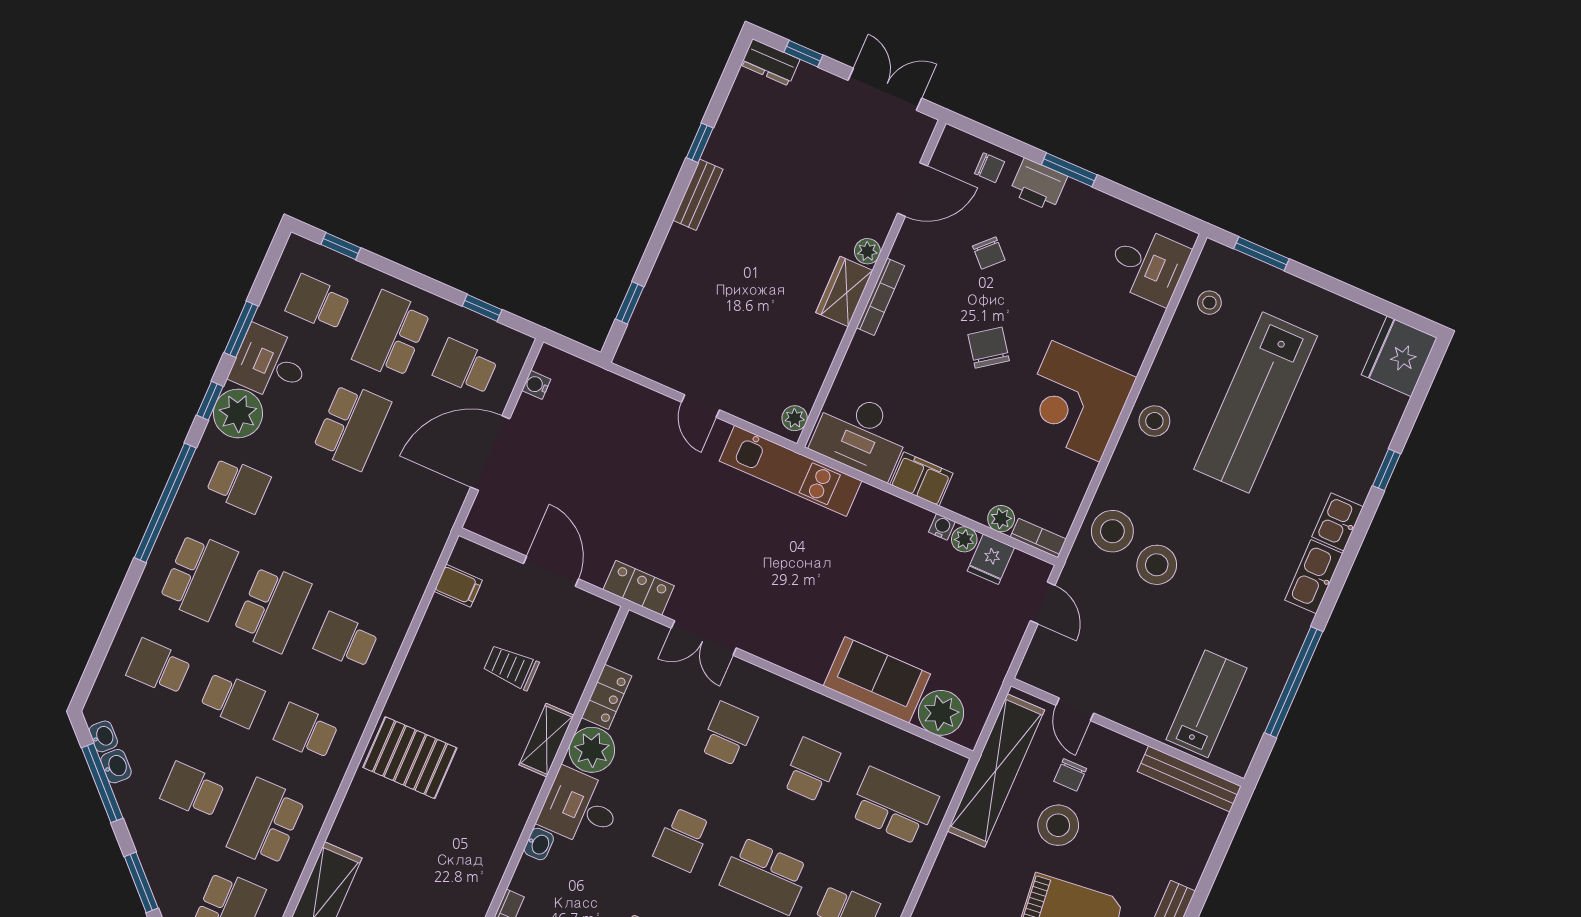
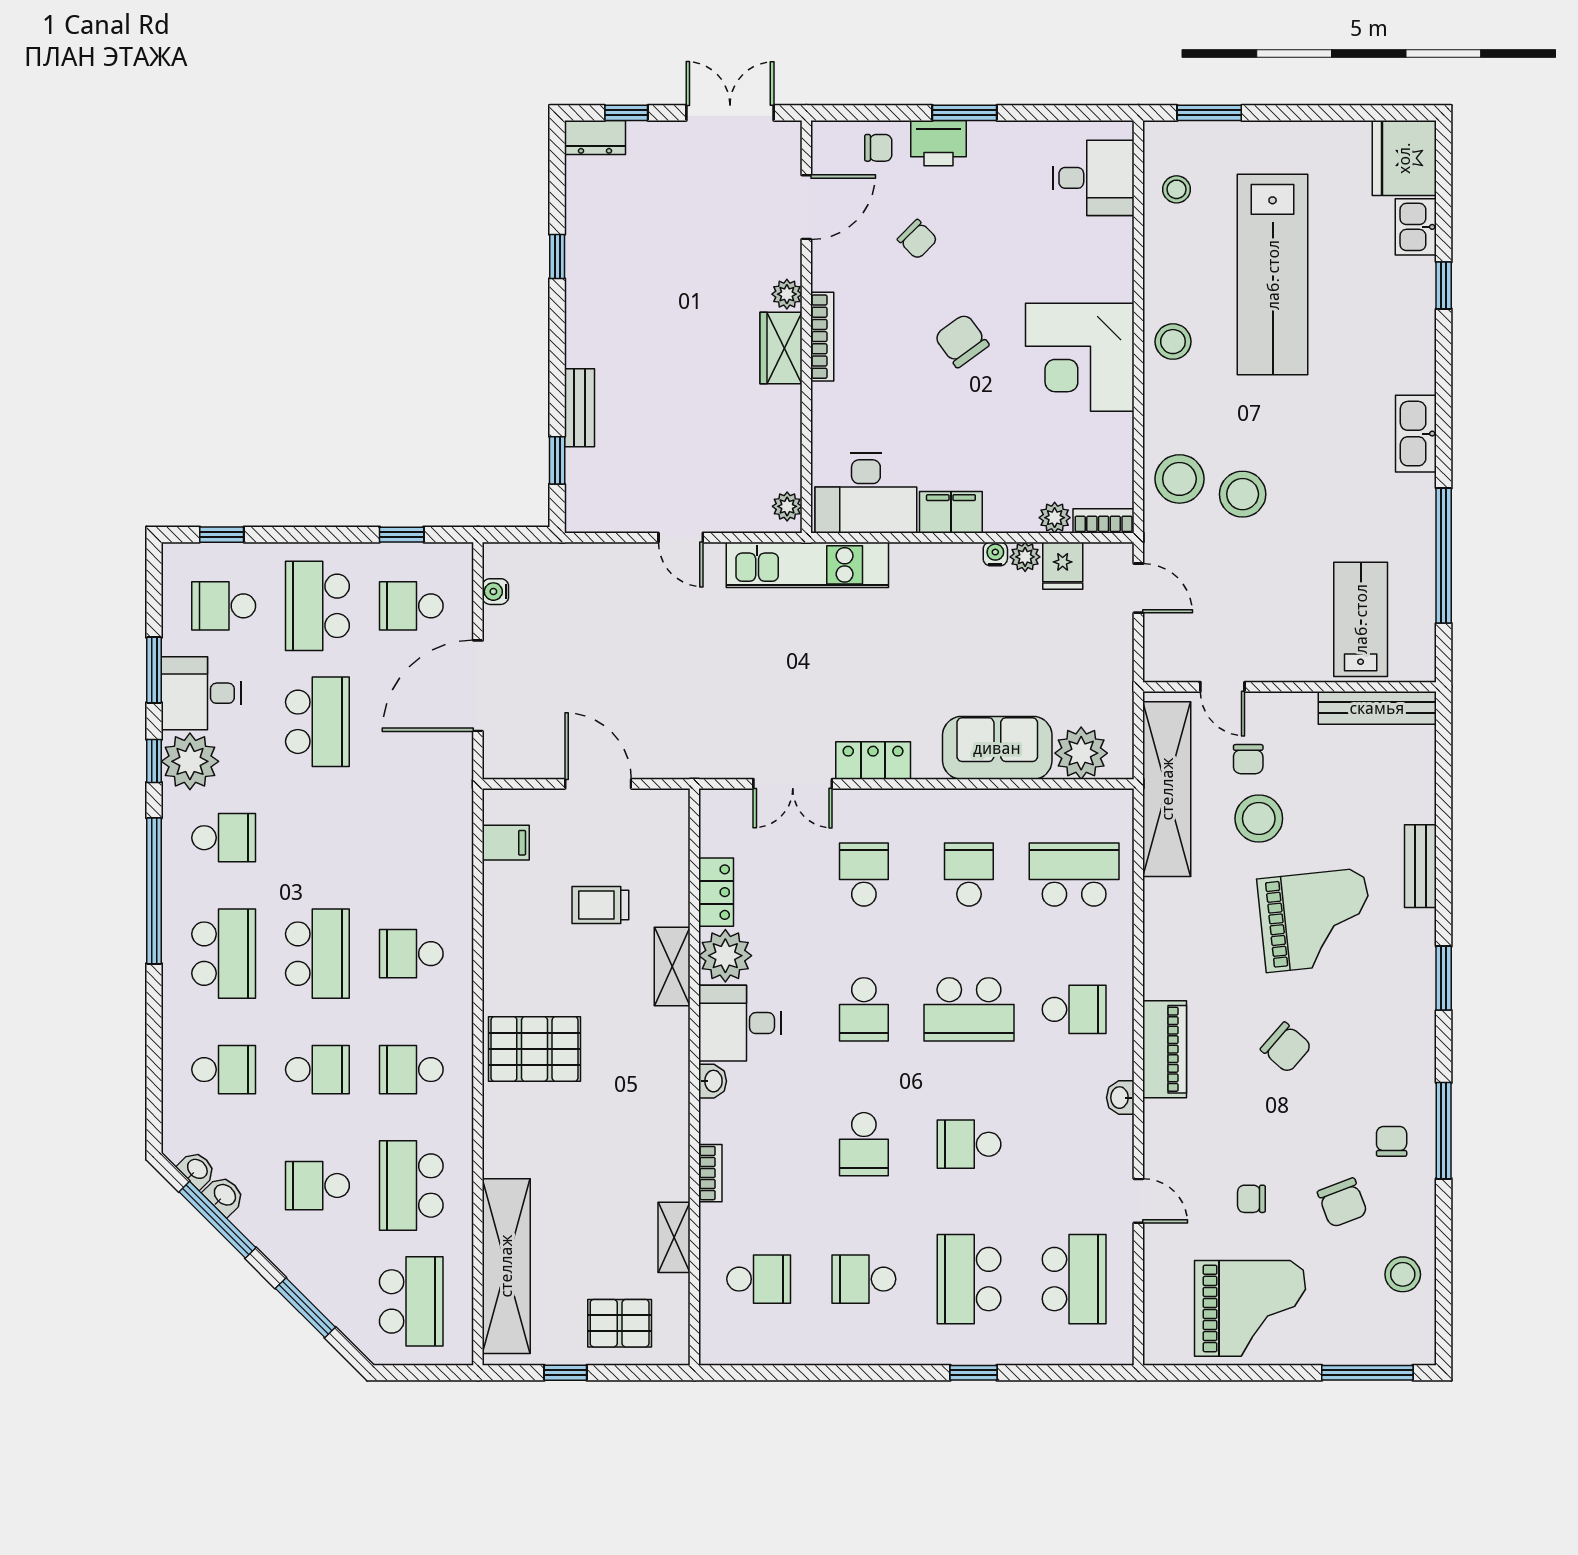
bench: (698, 195) -> (579, 408), moved
kitchen sink: (1338, 522) -> (1416, 227), moved
locker: (639, 588) -> (873, 761), moved
school desk: (159, 667) -> (224, 1070), turned 180

